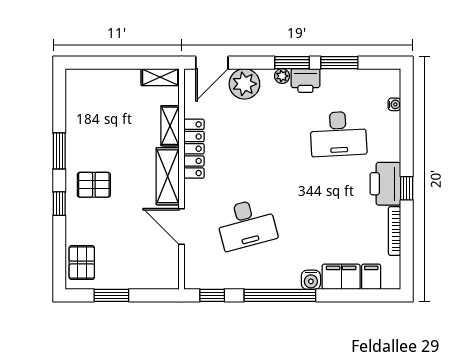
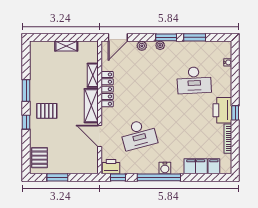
shelving: (160, 77) -> (66, 46), moved
printer: (305, 81) -> (111, 167), moved, turned 180
plant: (244, 84) -> (142, 46), width x0.53, depth x0.53
water cooler: (311, 280) -> (165, 168), moved

